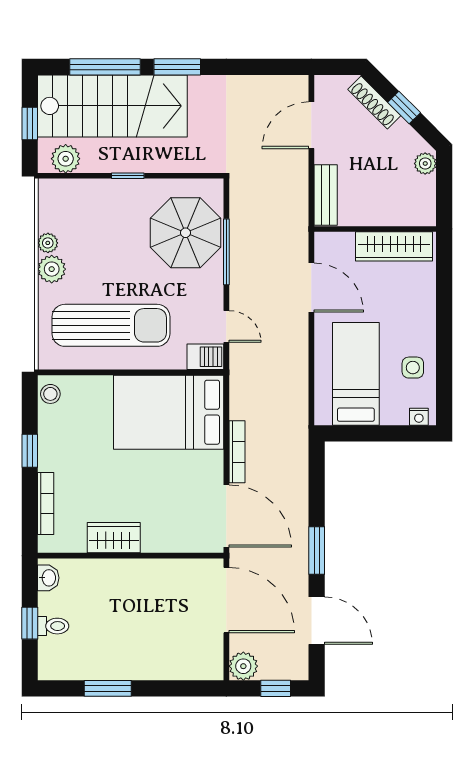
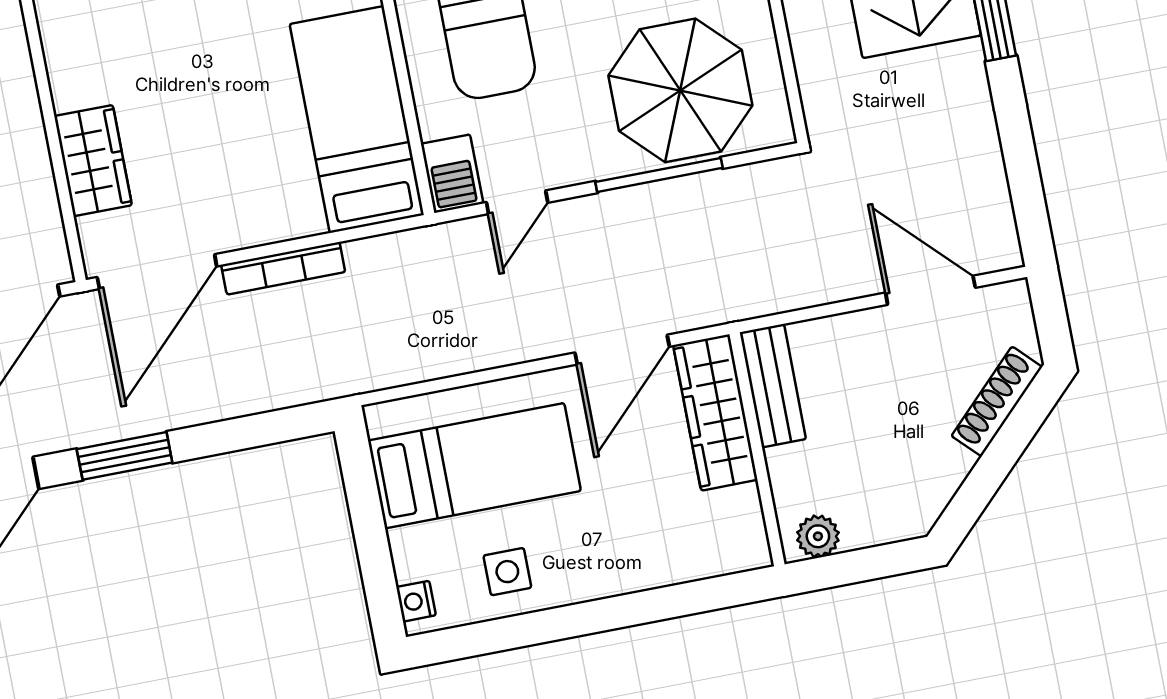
window: (404, 107) -> (998, 460), removed
plant: (425, 163) -> (818, 536), moved
bench: (326, 195) -> (773, 386), moved, turned 90
wardrobe: (394, 246) -> (715, 412), moved
bed: (169, 412) -> (357, 119), width x0.67
wardrobe: (114, 538) -> (93, 161), moved

